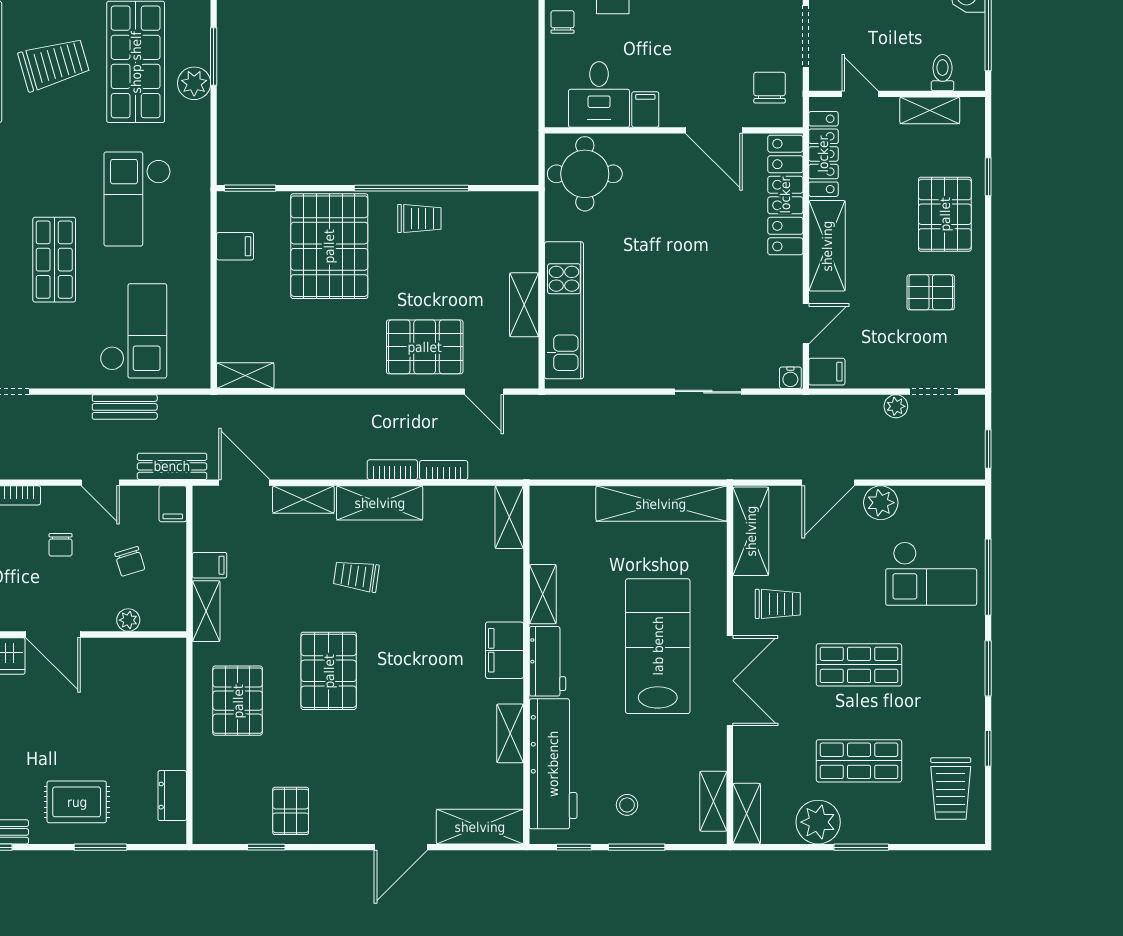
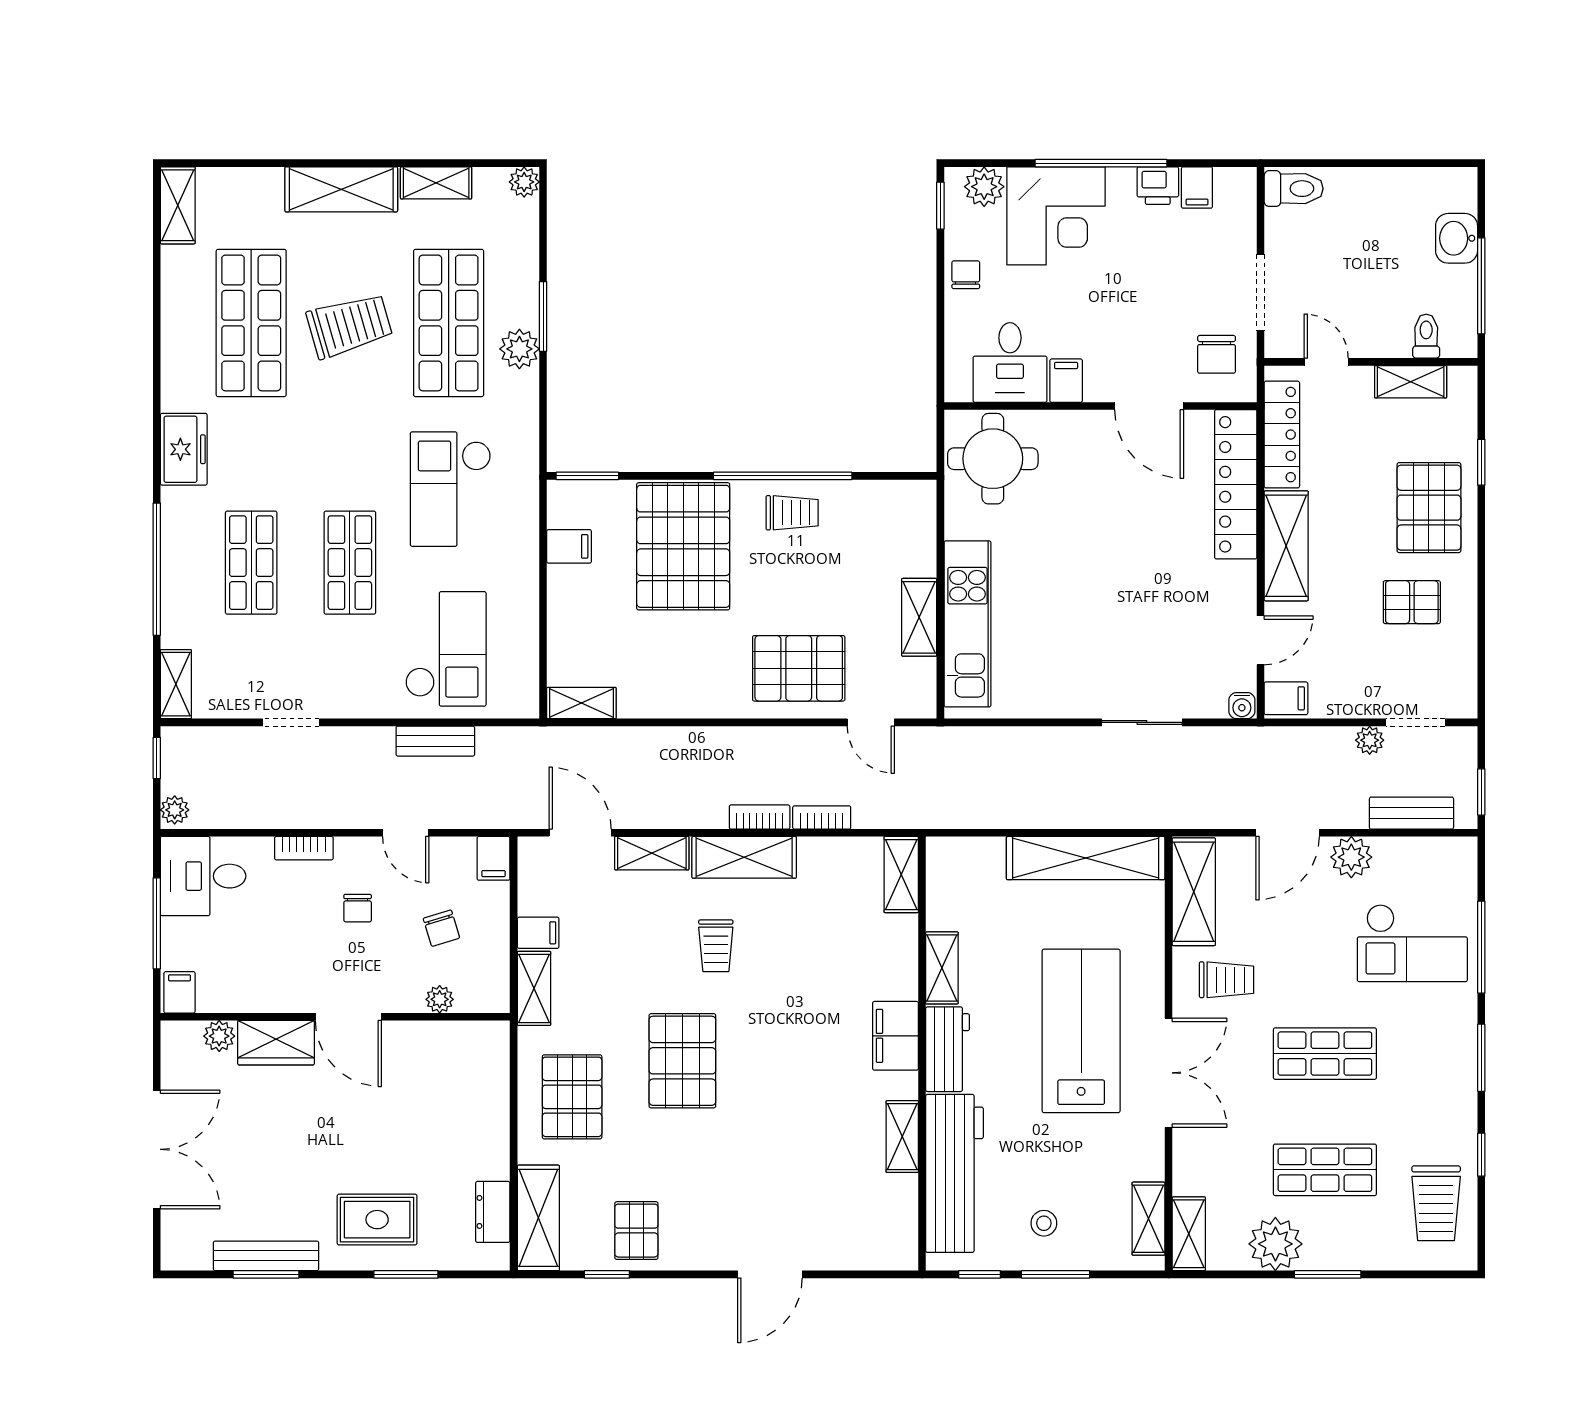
chair: (770, 88) -> (1217, 354), turned 180
bench: (172, 466) -> (1411, 813), moved
trolley: (356, 576) -> (716, 946), turned -98
shelving: (480, 827) -> (538, 1218), moved, turned 90

